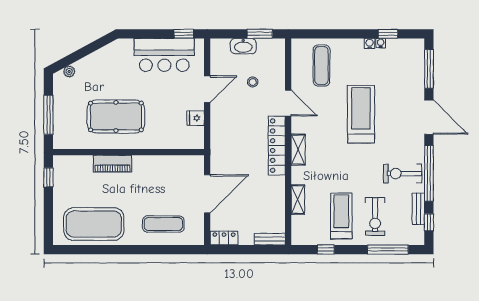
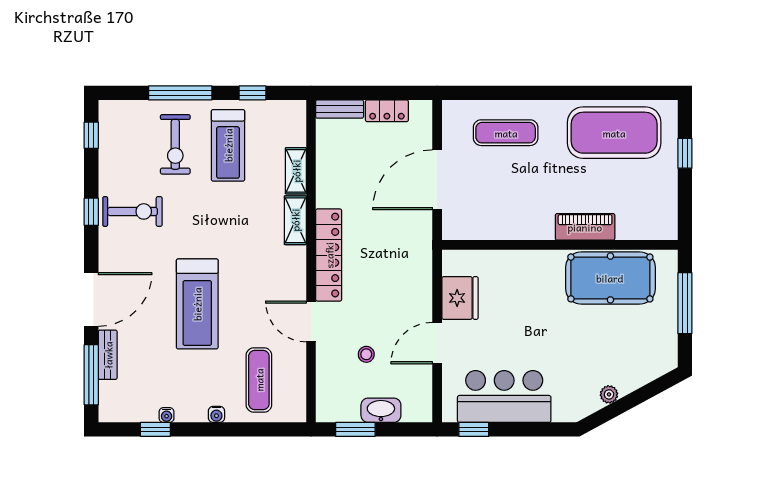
water cooler: (370, 43) -> (216, 414), moved
plant: (69, 71) -> (609, 394), moved
pool table: (116, 116) -> (610, 278), moved
door: (429, 117) -> (91, 299), swing flipped
fridge: (196, 118) -> (460, 298), width x1.88, depth x1.34
shelving: (298, 150) -> (295, 220), moved
window: (429, 173) -> (91, 212), width x0.32
window: (48, 177) -> (685, 153), moved
bench: (418, 209) -> (108, 355), moved
exercise bike: (375, 217) -> (175, 144), turned 180
locker: (224, 238) -> (387, 111), moved
window: (388, 250) -> (180, 93), moved

